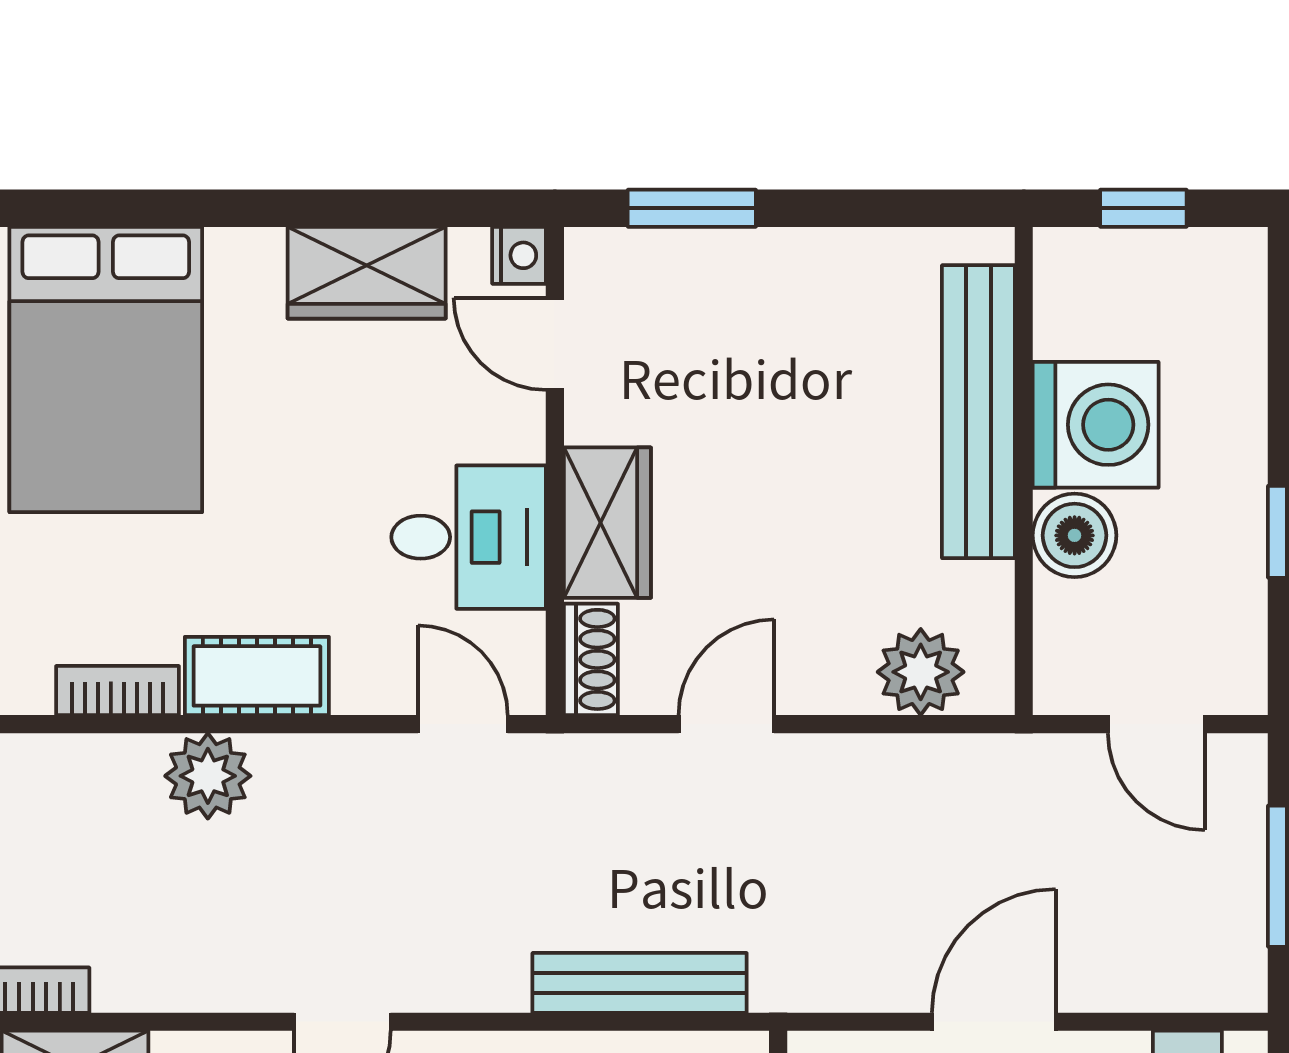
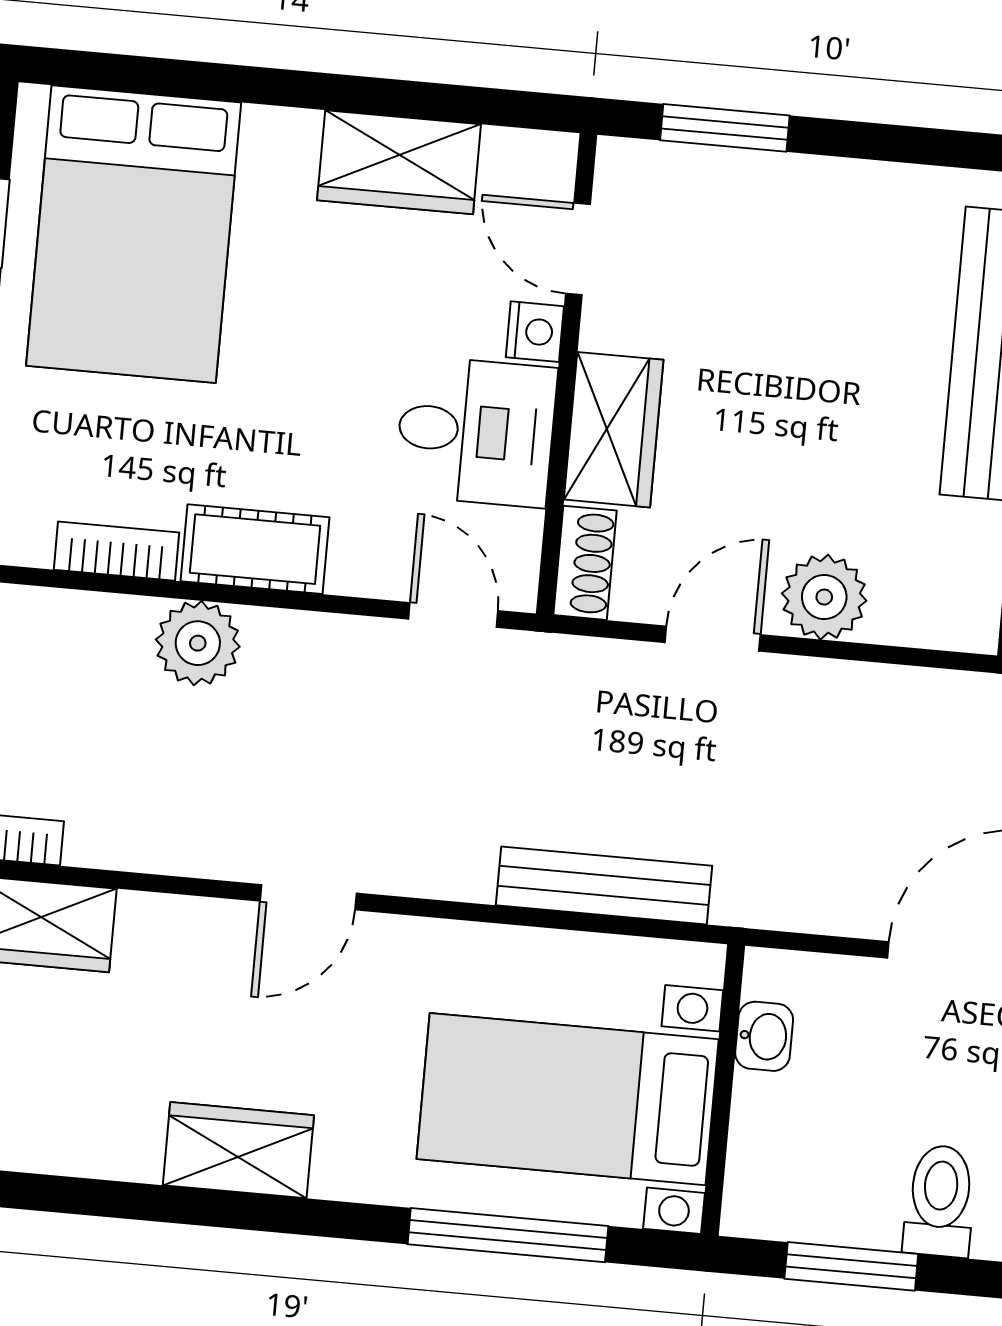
nightstand: (519, 255) -> (535, 332), moved
plant: (921, 672) -> (824, 597), moved

